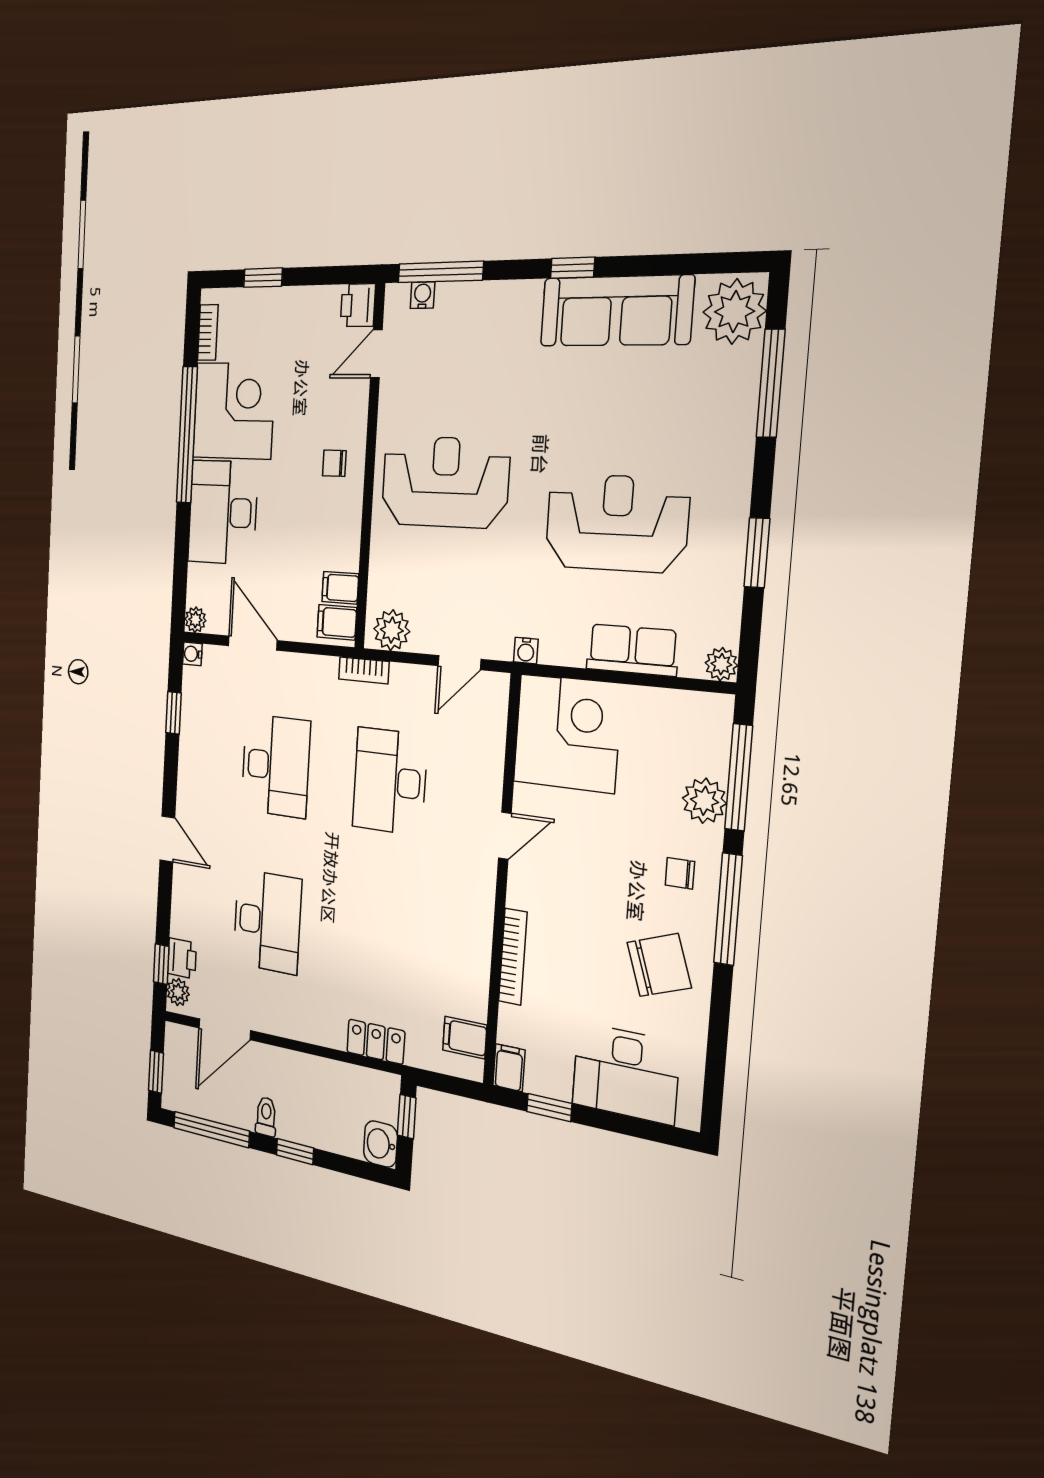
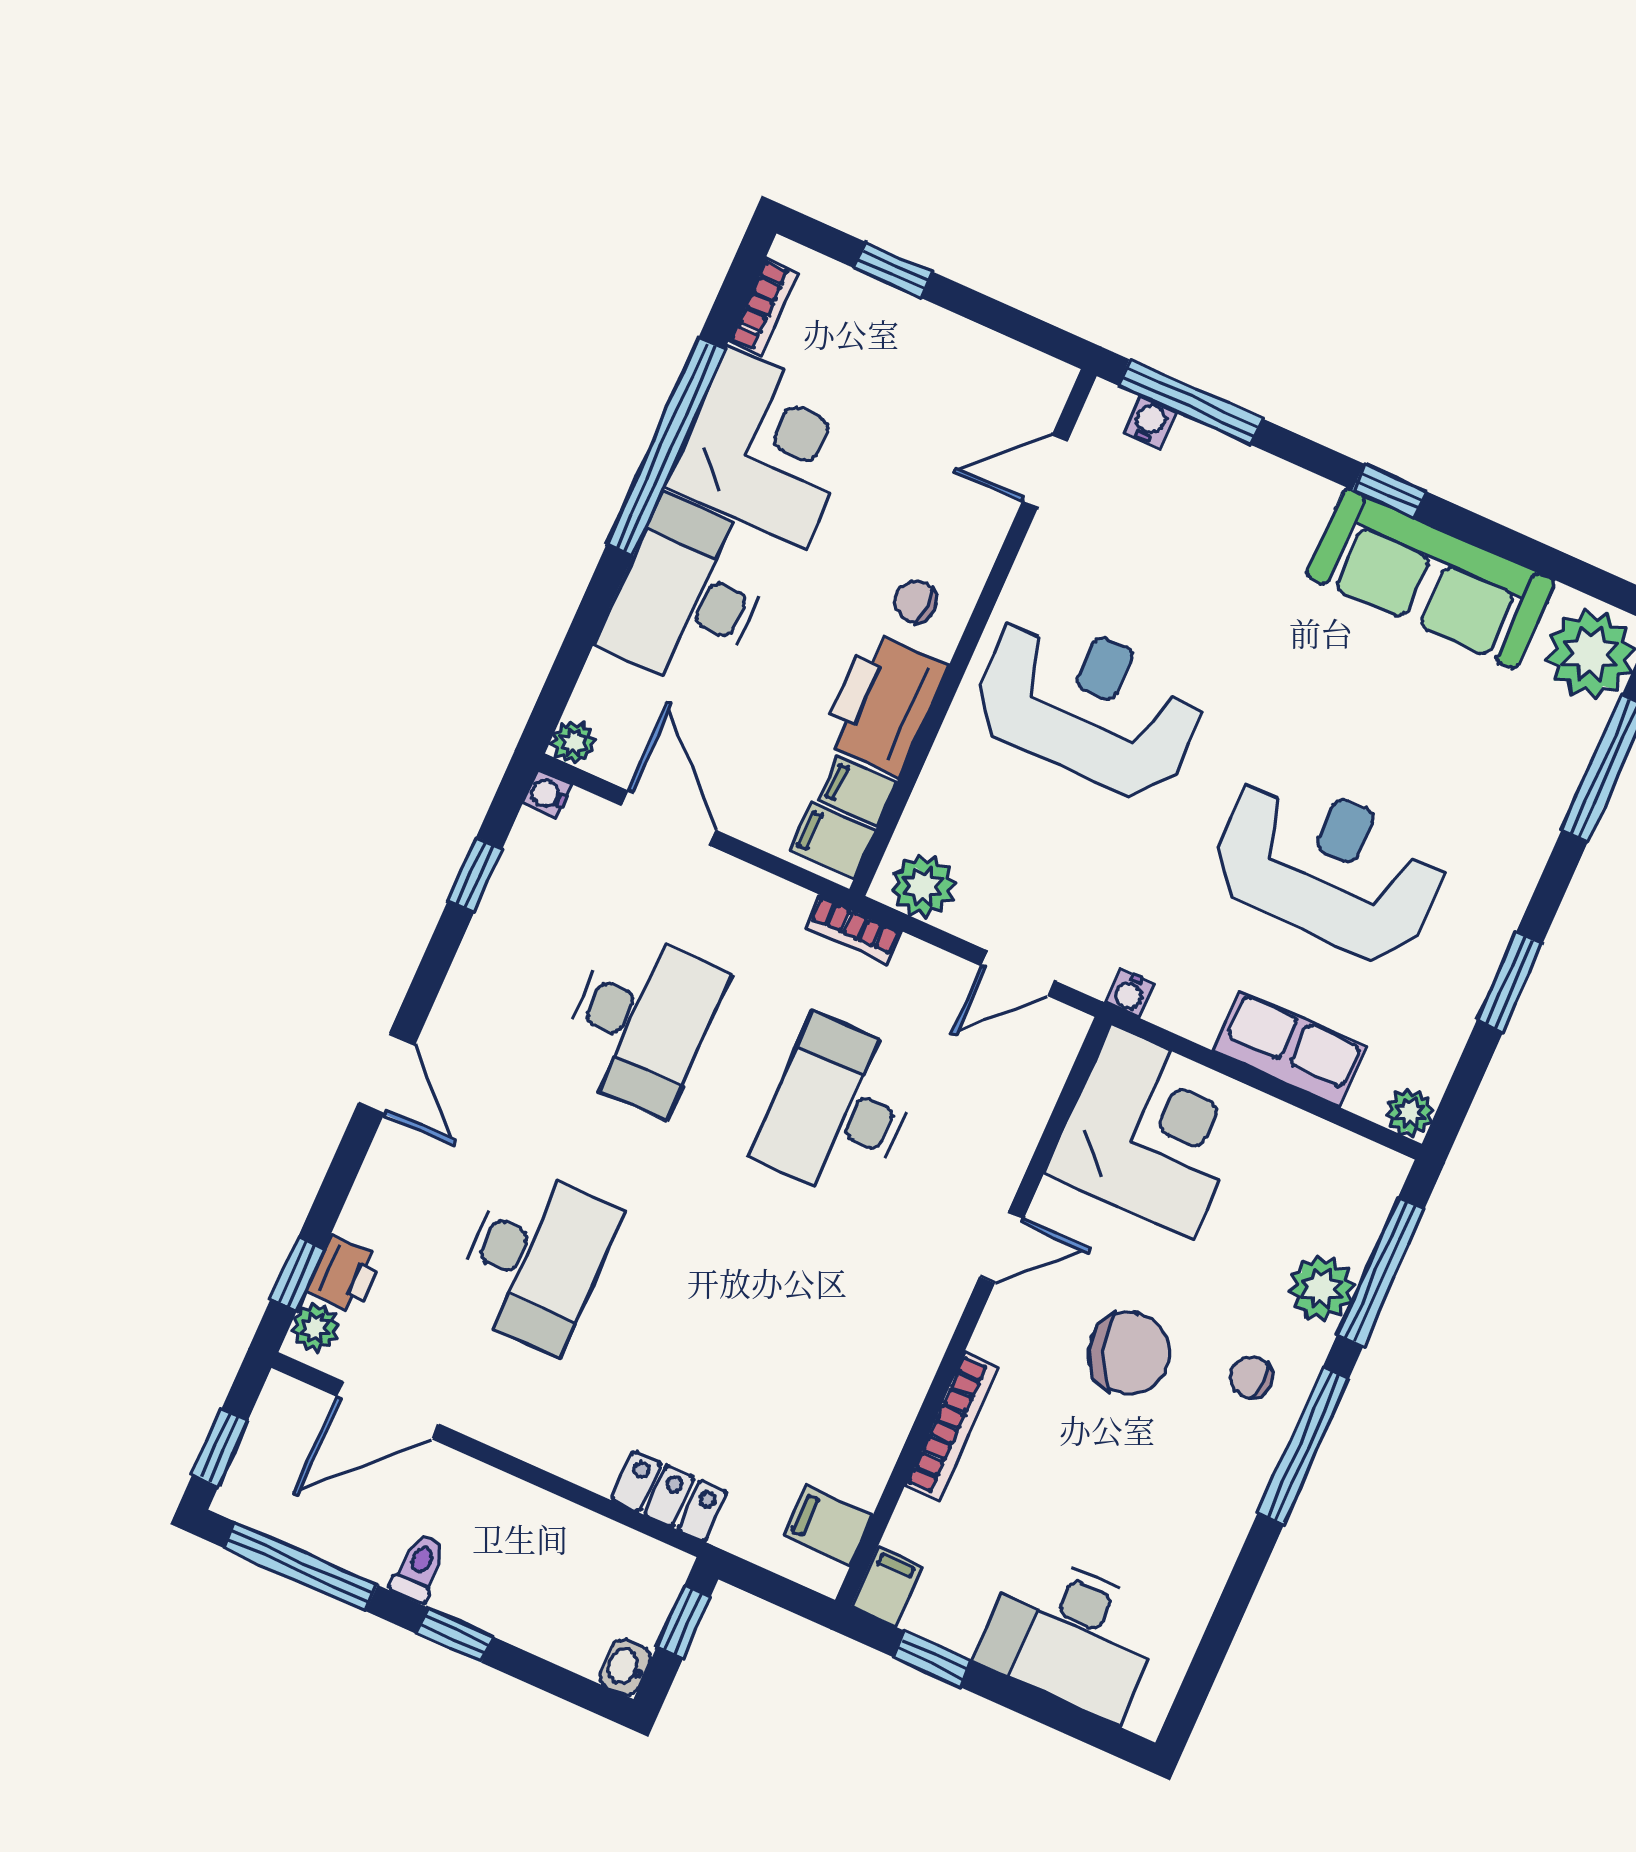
printer: (358, 305) -> (884, 703), moved, width x1.87, depth x1.48
chair: (659, 965) -> (1129, 1353), moved
washbasin: (380, 1144) -> (625, 1667), width x0.72, depth x0.69

